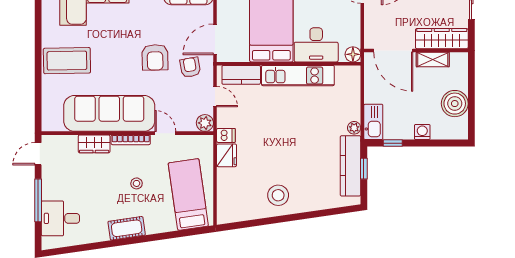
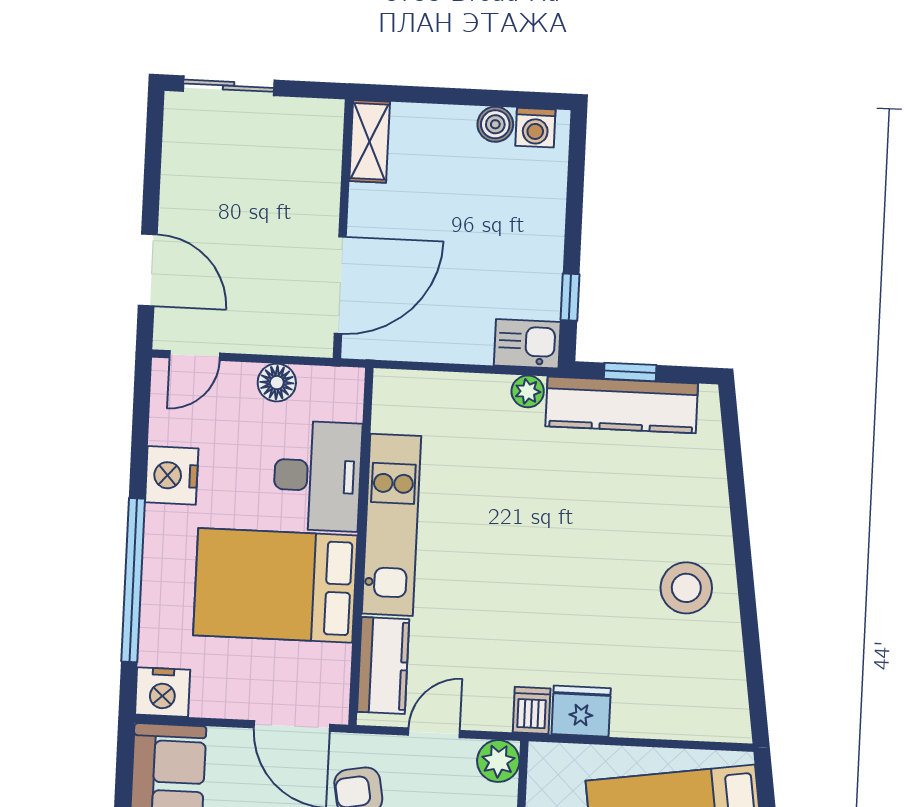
wardrobe: (442, 39) -> (317, 163), removed
floor lamp: (353, 54) -> (277, 383), moved
shelving: (433, 59) -> (370, 141), moved
boiler: (455, 104) -> (495, 124), width x0.54, depth x0.54
kitchen sink: (373, 122) -> (527, 344), width x0.73
washing machine: (422, 132) -> (535, 128), moved, turned -90

